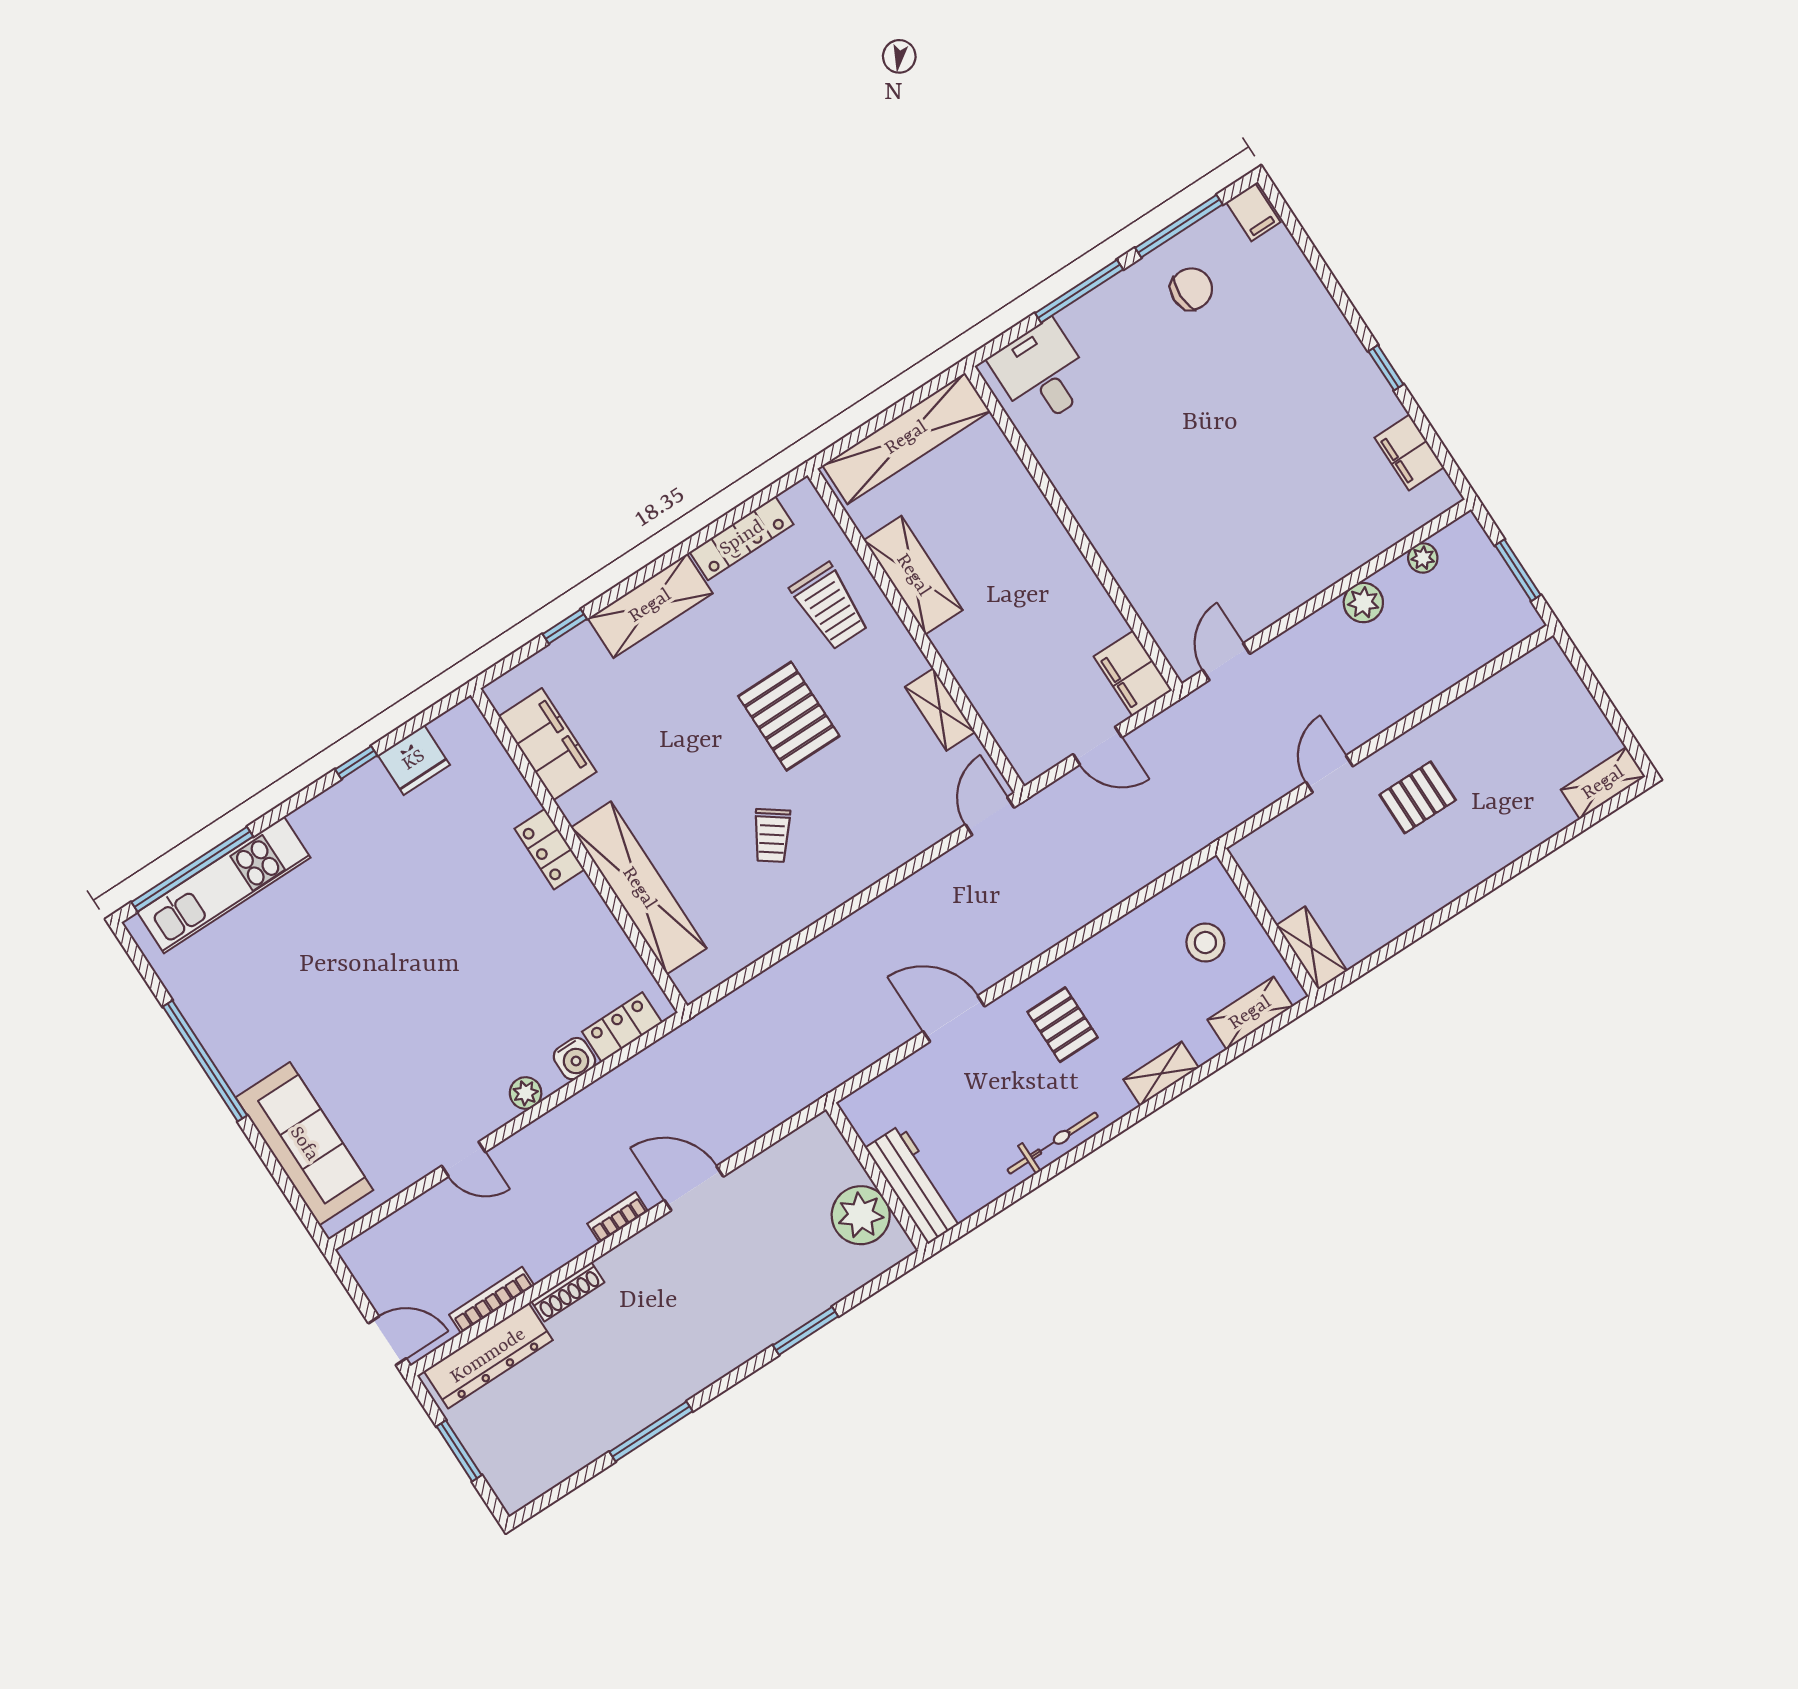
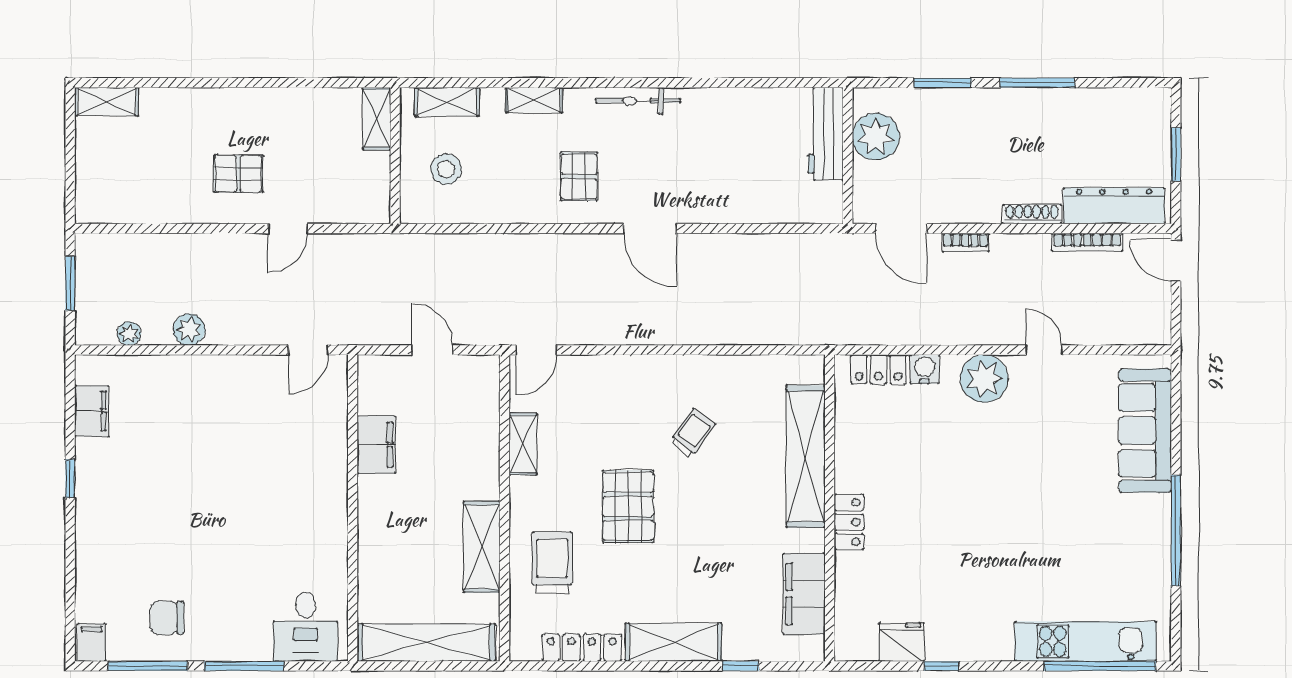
filing cabinet: (1133, 673) -> (376, 445), moved
plant: (526, 1093) -> (984, 379), width x1.88, depth x1.88
wall: (877, 1177) -> (848, 156), moved
workbench: (915, 1184) -> (826, 134), moved
plant: (861, 1215) -> (876, 137), moved
window: (806, 1331) -> (943, 83), moved

